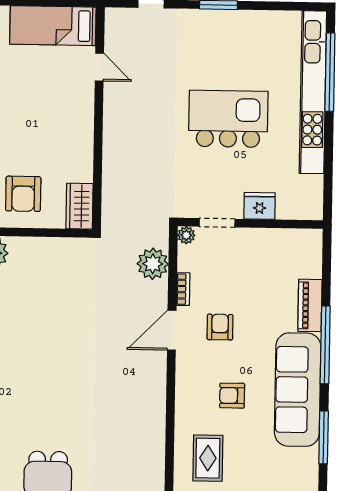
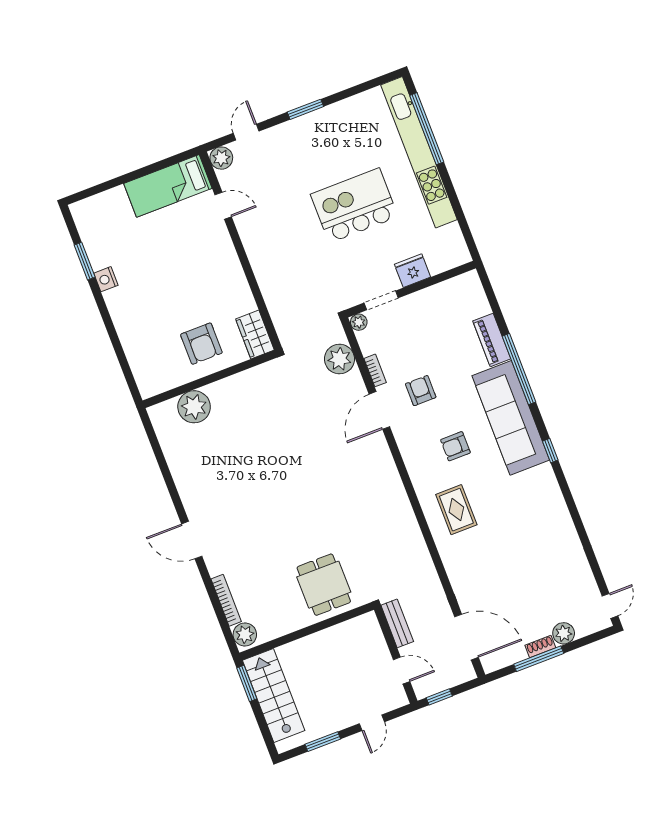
plant: (116, 19) -> (221, 158), added
window: (324, 437) -> (550, 451), width x0.46

